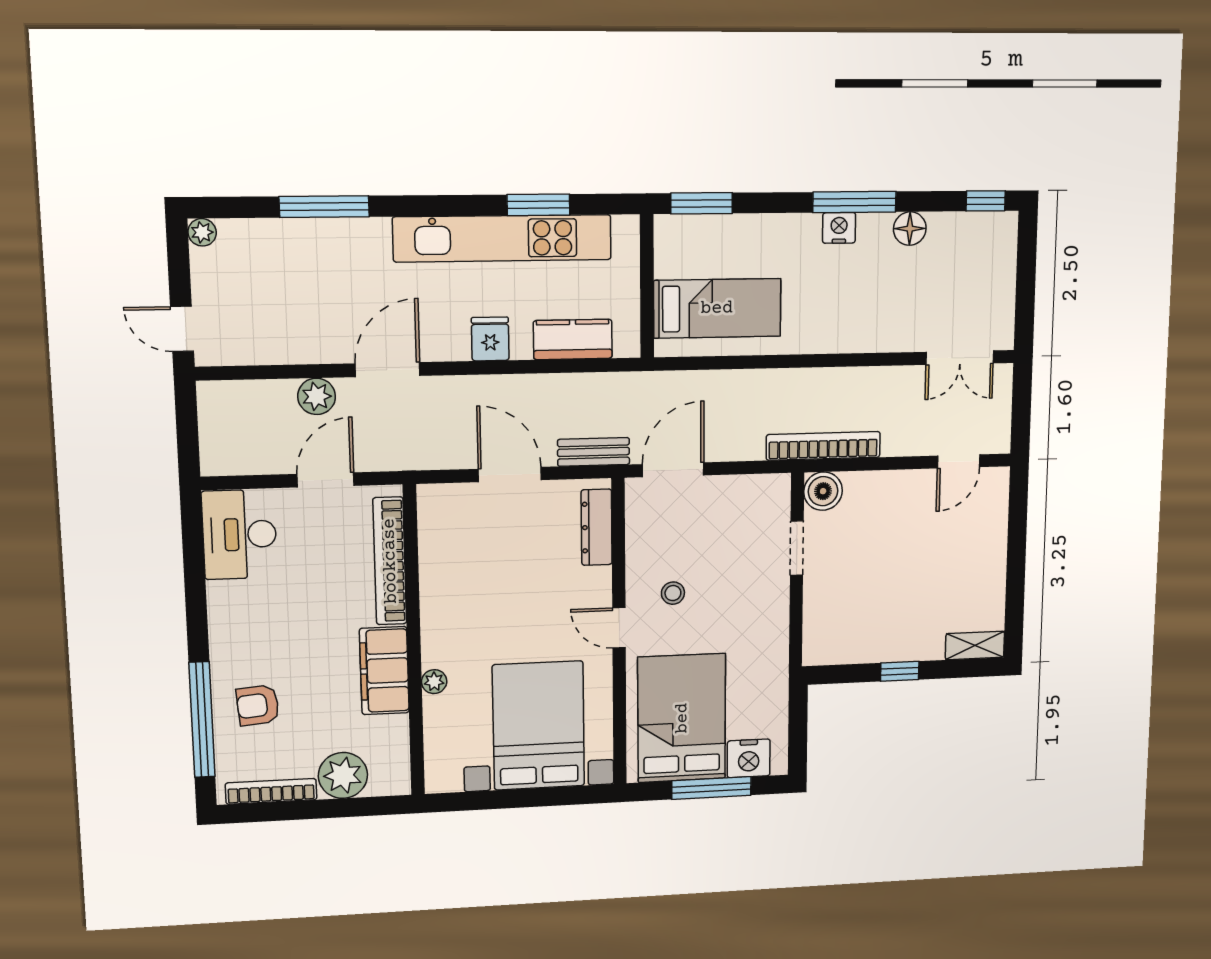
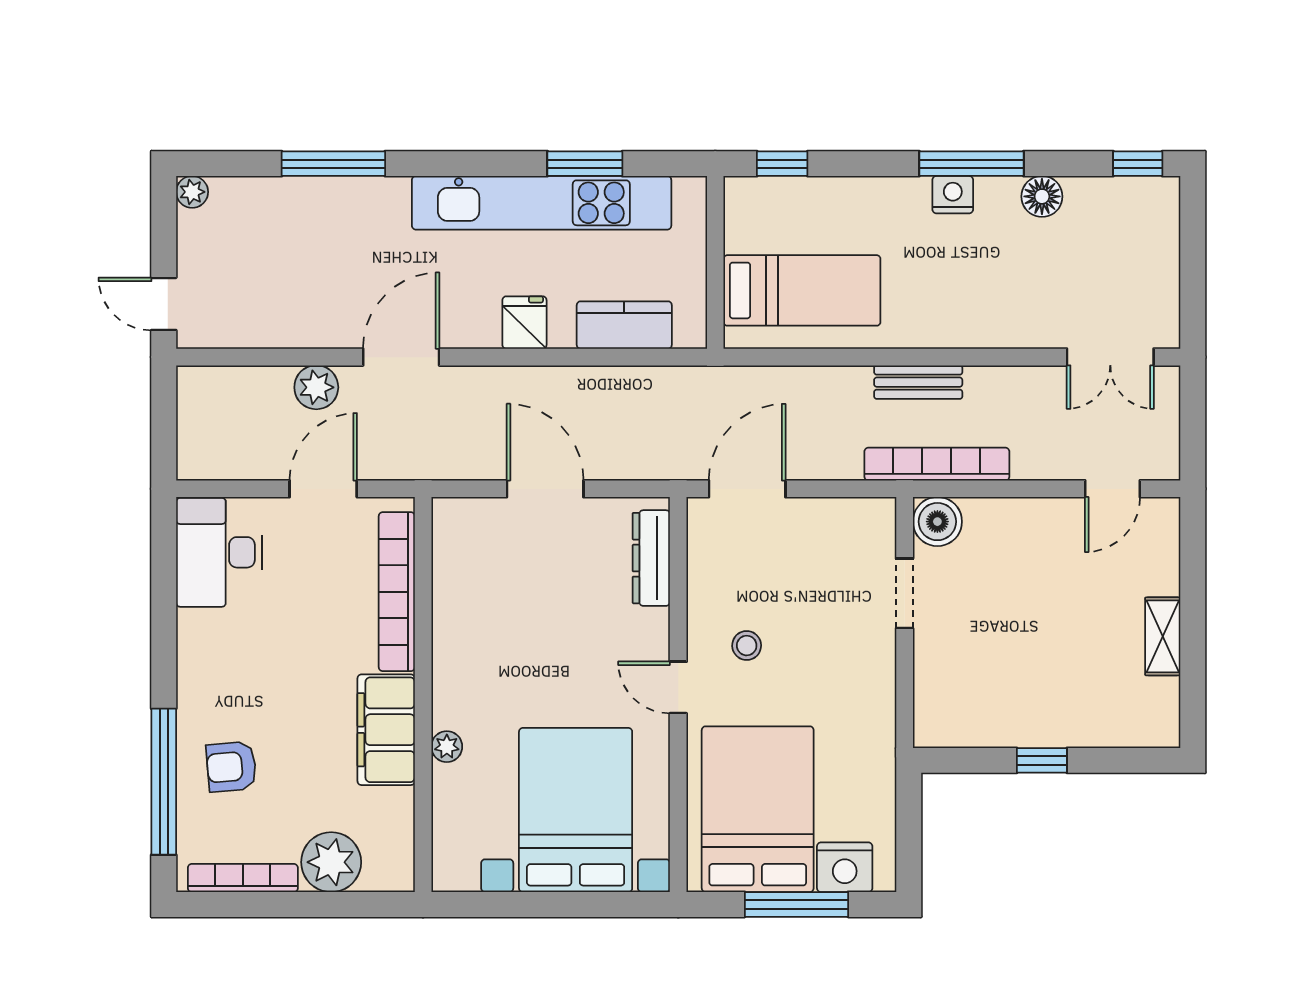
window: (702, 203) -> (782, 164), width x0.67
bench: (594, 452) -> (918, 382), moved
shelving: (975, 645) -> (1163, 636), moved, turned 90

